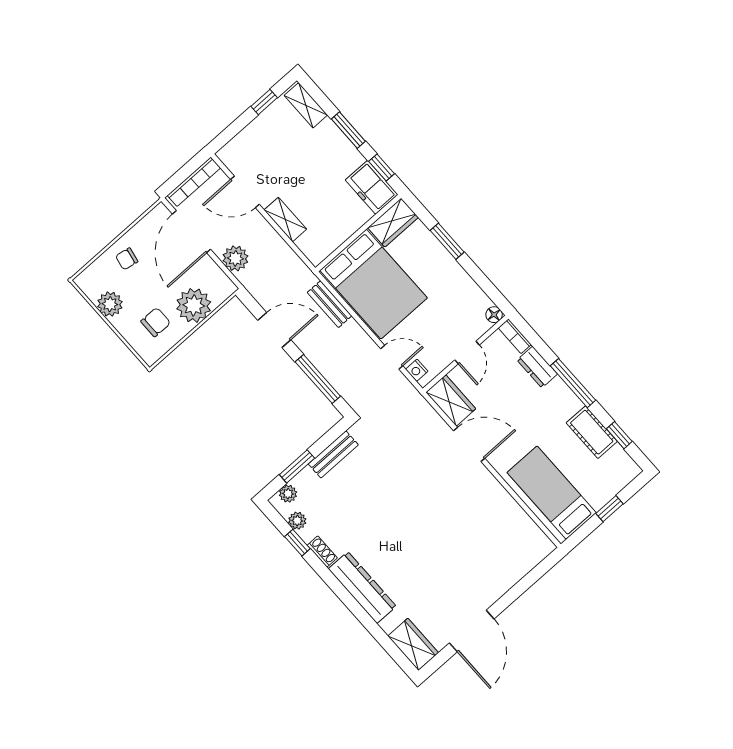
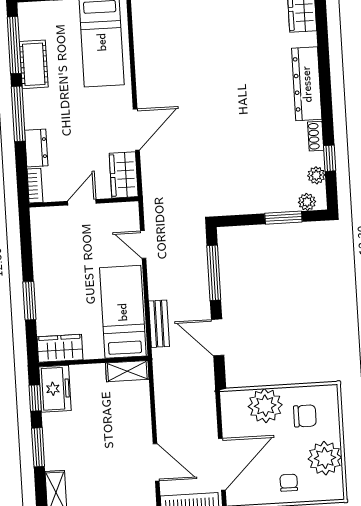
shelving: (285, 219) -> (127, 371), moved, turned 90
plant: (235, 258) -> (204, 417), removed
chair: (127, 259) -> (289, 483), turned -101
bed: (374, 284) -> (123, 312), width x0.67
plant: (110, 304) -> (325, 458), width x1.36, depth x1.36
floor lamp: (494, 315) -> (38, 215), removed
chair: (156, 322) -> (305, 416), turned 180
nightstand: (417, 370) -> (132, 219), removed
window: (619, 435) -> (14, 45), width x2.17
door: (469, 444) -> (136, 130), swing flipped
bench: (333, 454) -> (248, 205), removed

